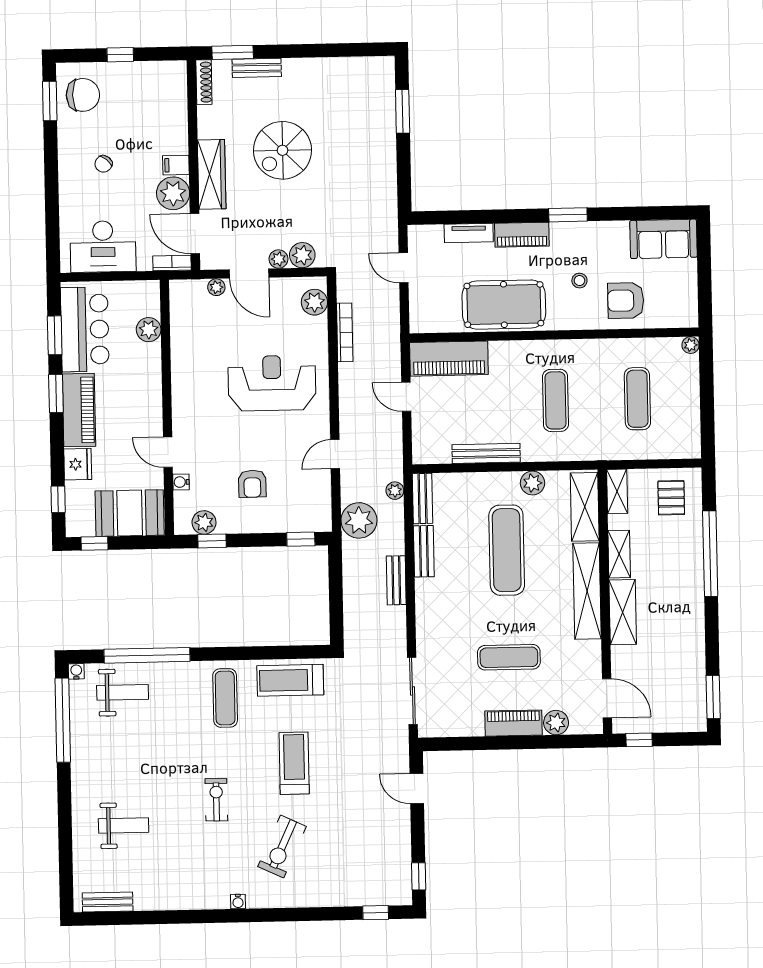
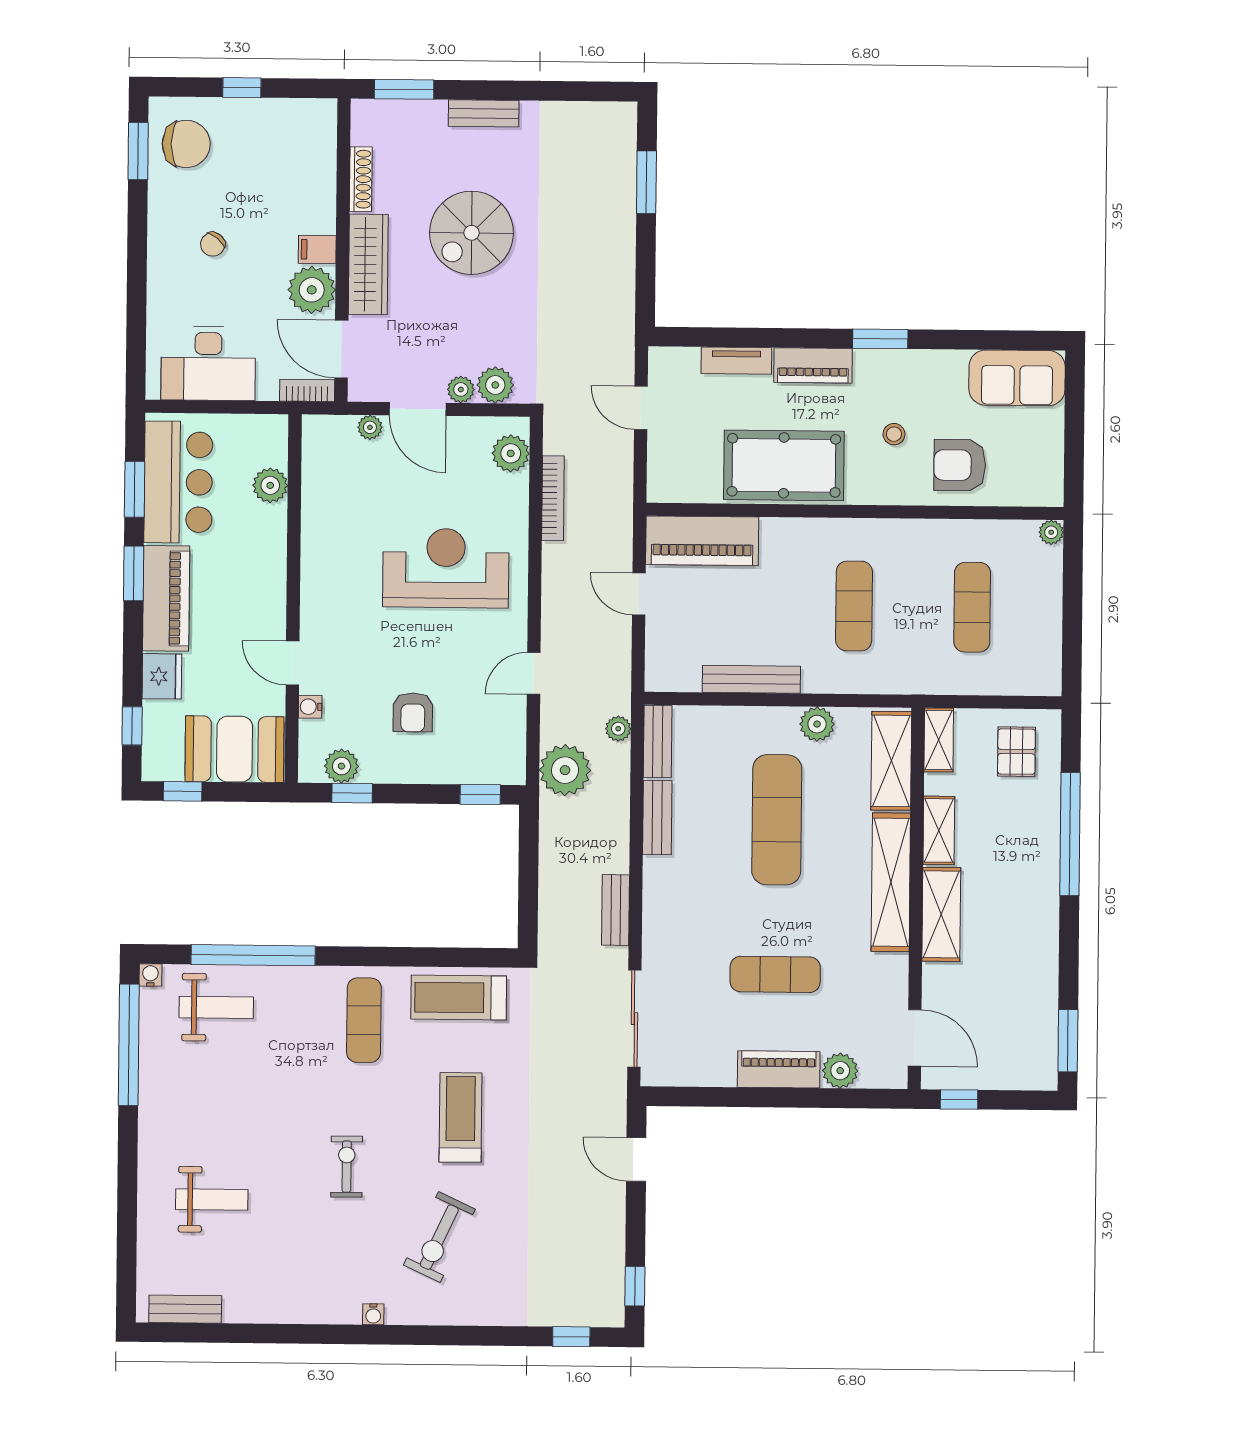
bench: (257, 68) -> (484, 113), moved
shoe rack: (204, 82) -> (361, 179), moved
bench: (396, 580) -> (616, 910), moved

